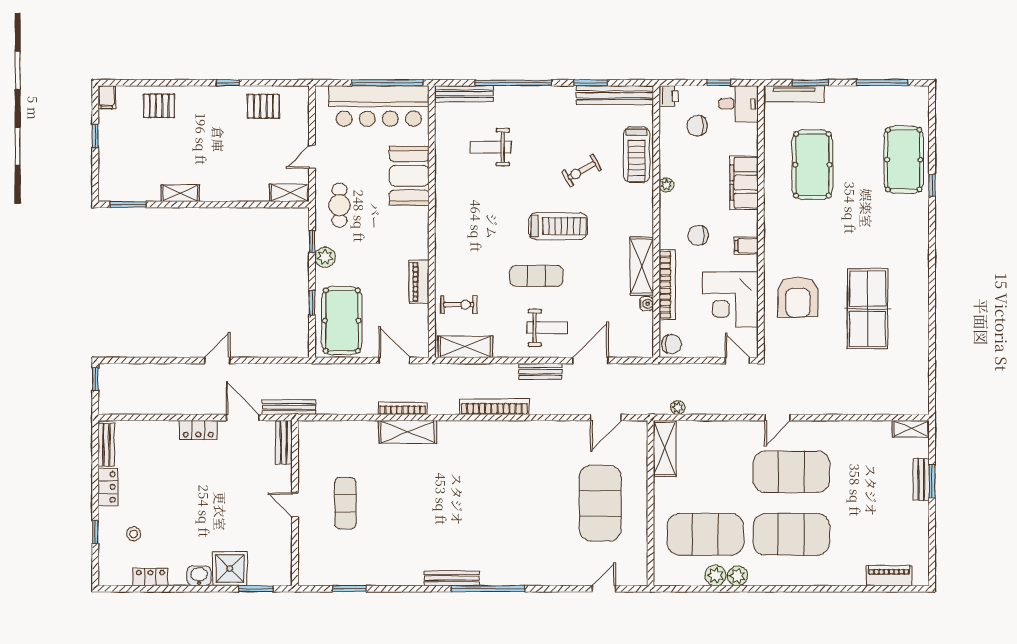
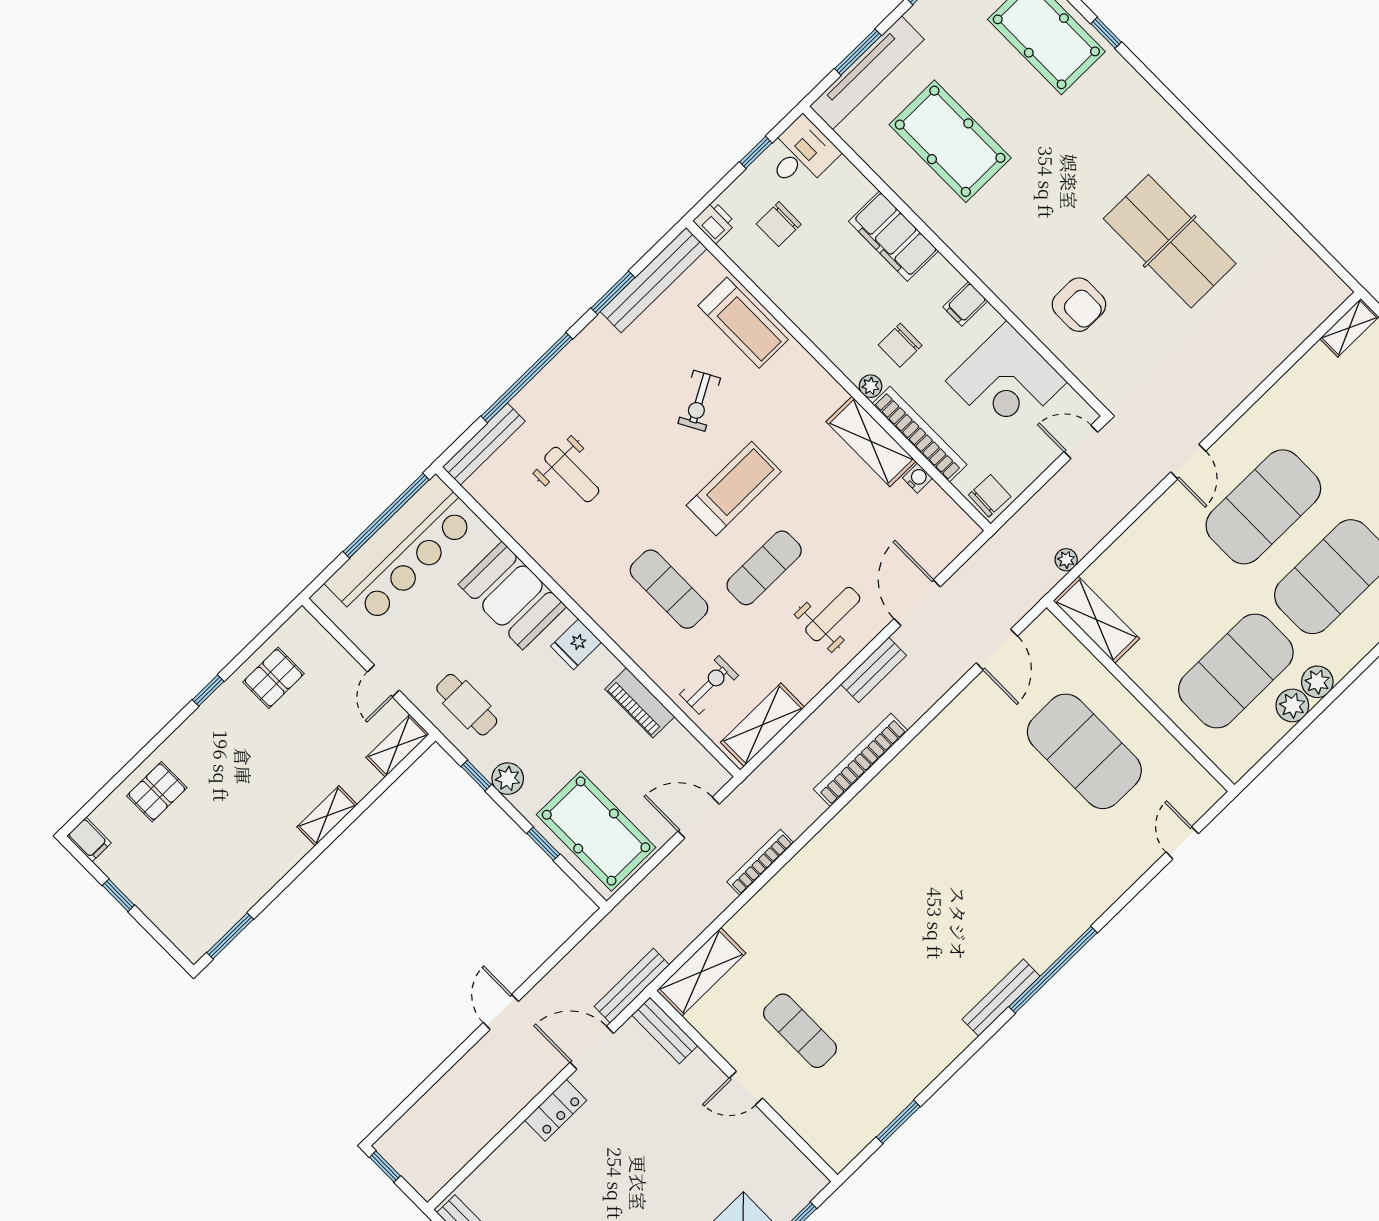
tv unit: (794, 94) -> (867, 73), width x1.36, depth x1.29
weight bench: (490, 147) -> (572, 474), turned -90
plant: (666, 185) -> (871, 386), moved
shelving: (180, 193) -> (327, 816), moved
fridge: (416, 226) -> (576, 644), added
exercise mat: (483, 243) -> (669, 589), added
armchair: (798, 297) -> (1079, 305), width x0.73, depth x0.73
shelving: (408, 432) -> (701, 972), moved

